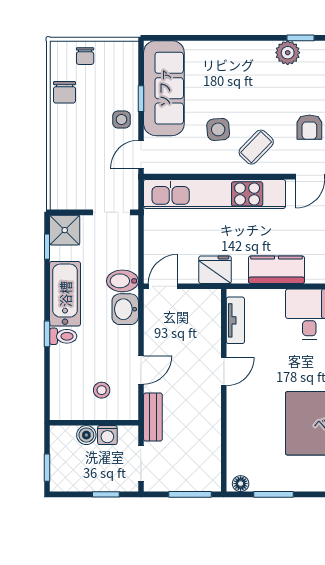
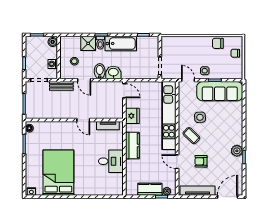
shower: (65, 230) -> (88, 43), moved
bidet: (122, 281) -> (100, 71), moved
boiler: (86, 435) -> (53, 42), moved

